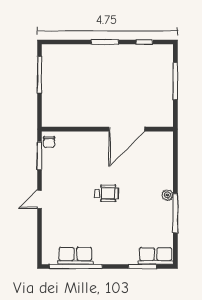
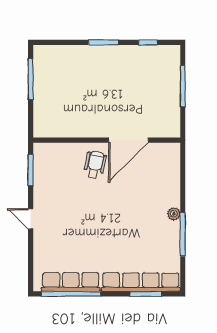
chair: (49, 142) -> (41, 154), removed
wheelchair: (106, 193) -> (95, 165), moved, turned -78
door: (39, 199) -> (31, 219), hinge flipped
row of seats: (75, 256) -> (71, 282), width x1.48
row of seats: (156, 256) -> (141, 282), width x2.02

